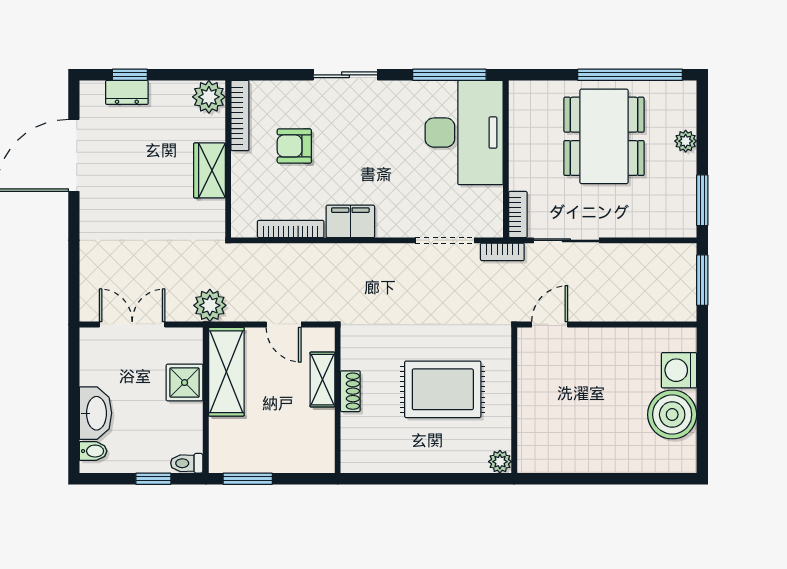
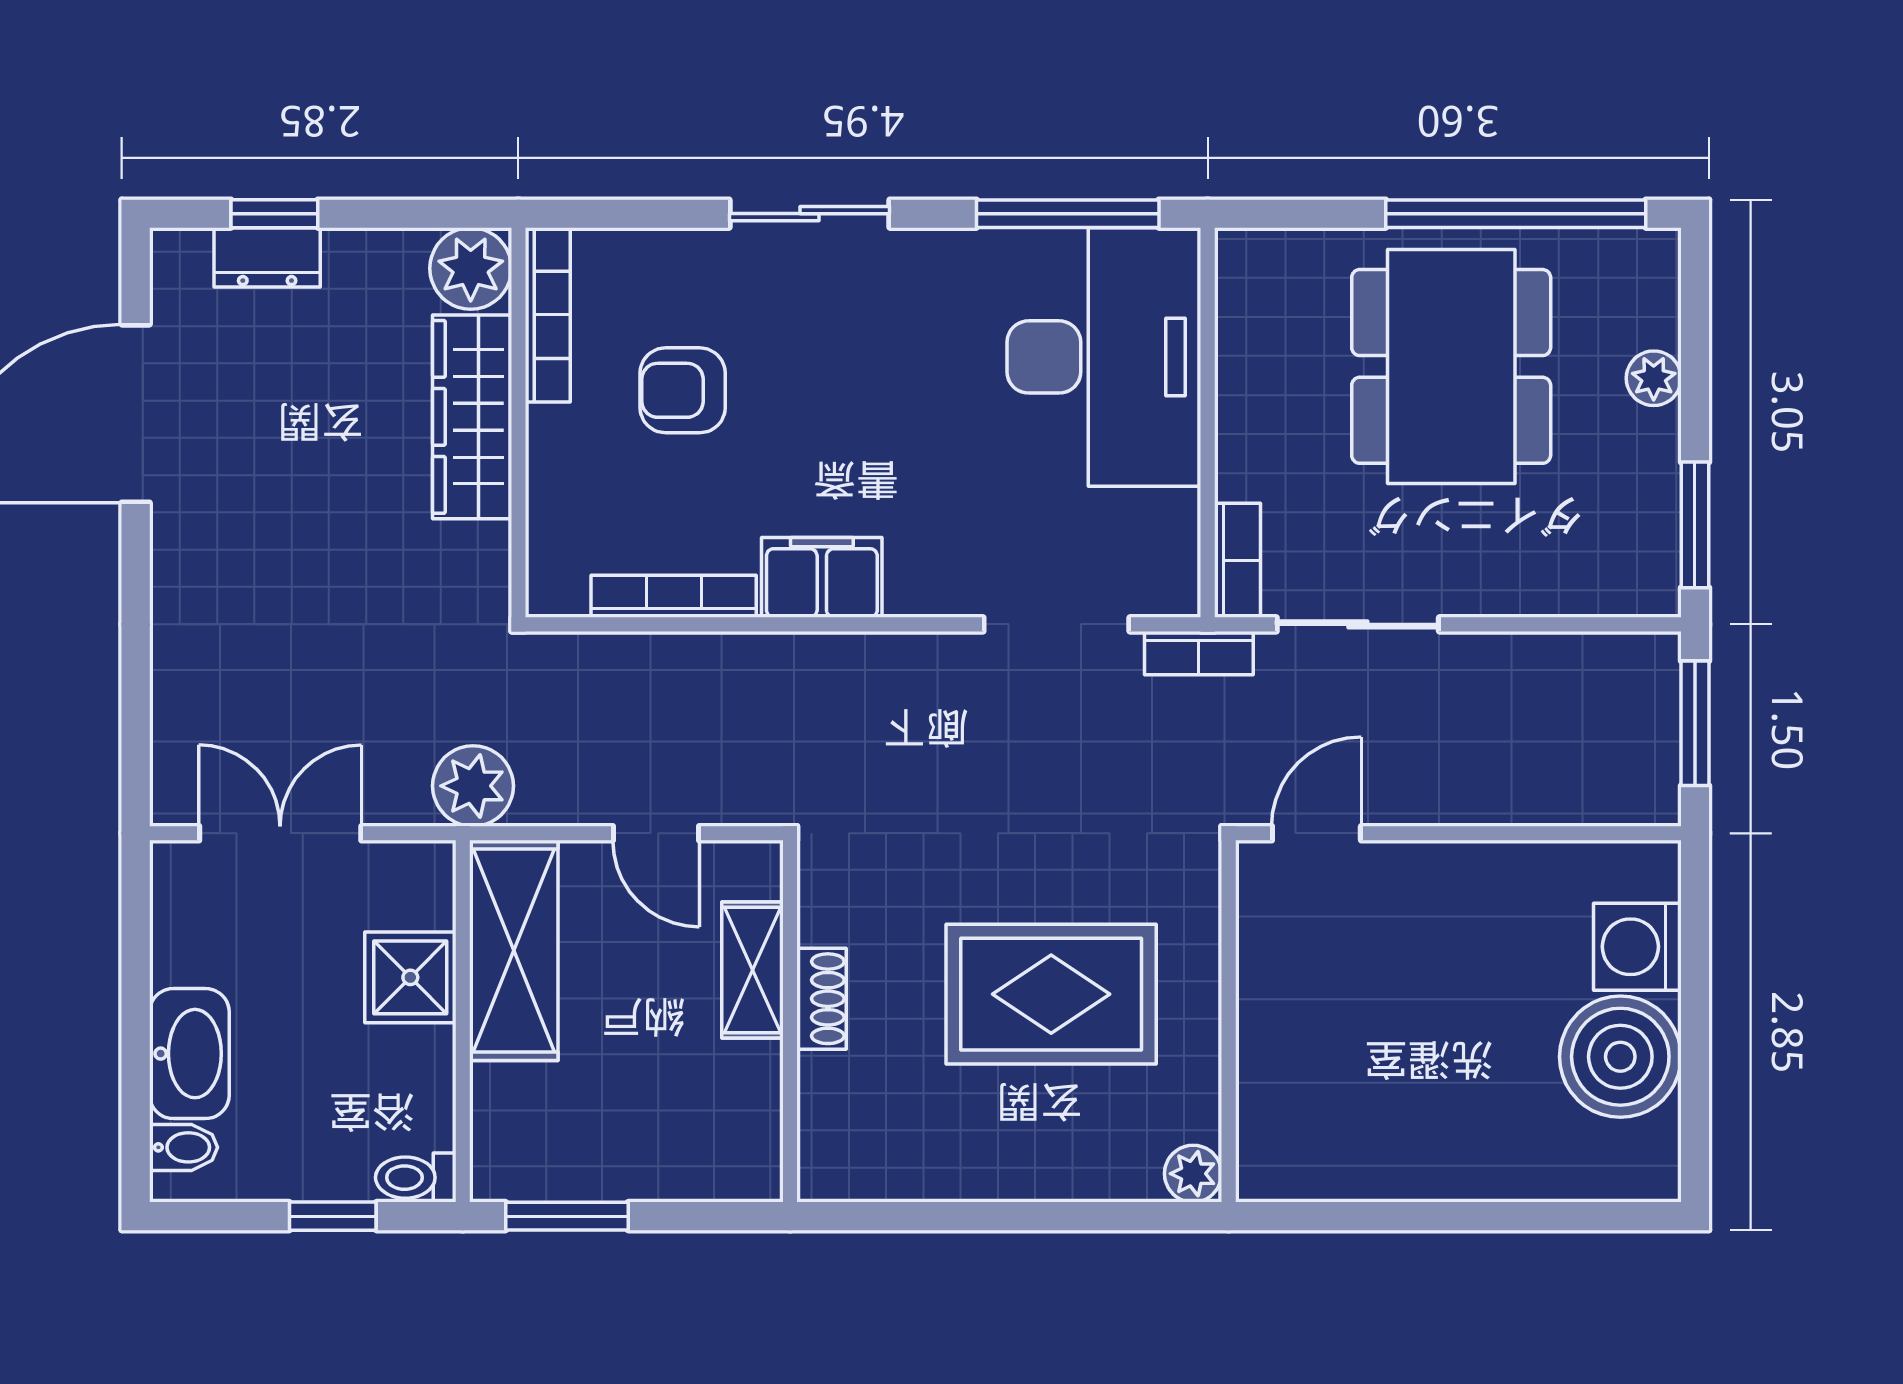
wardrobe: (209, 170) -> (472, 417), width x1.50

